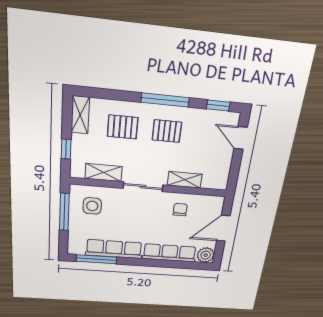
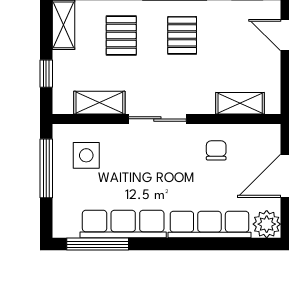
pallet: (123, 127) -> (121, 36), turned 90
pallet: (167, 131) -> (182, 35), turned 90
shelving: (185, 180) -> (240, 103), moved

